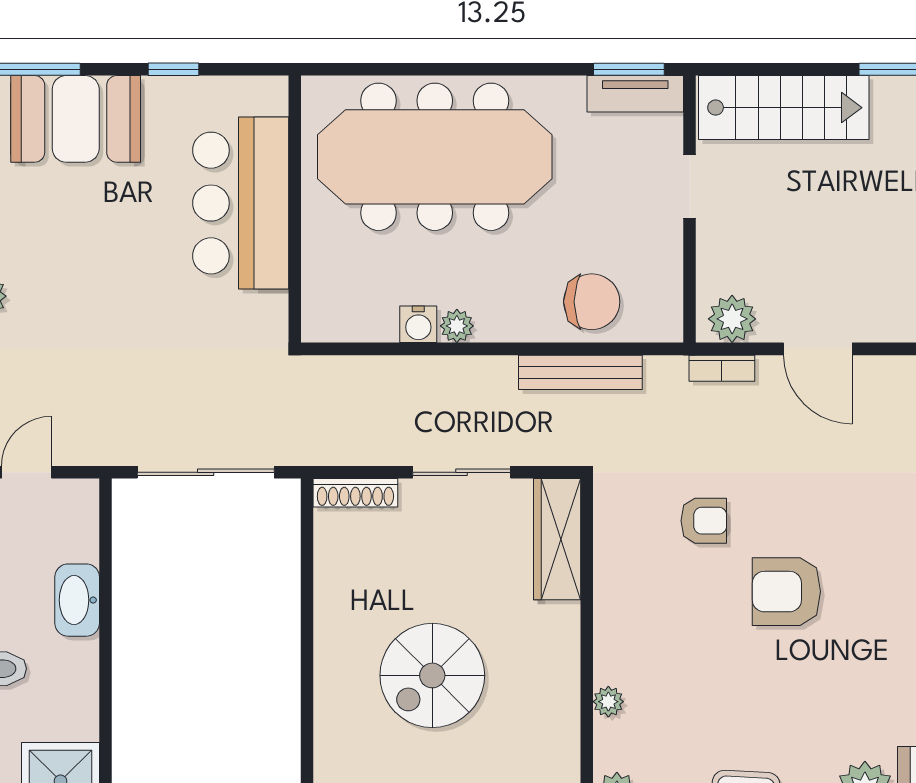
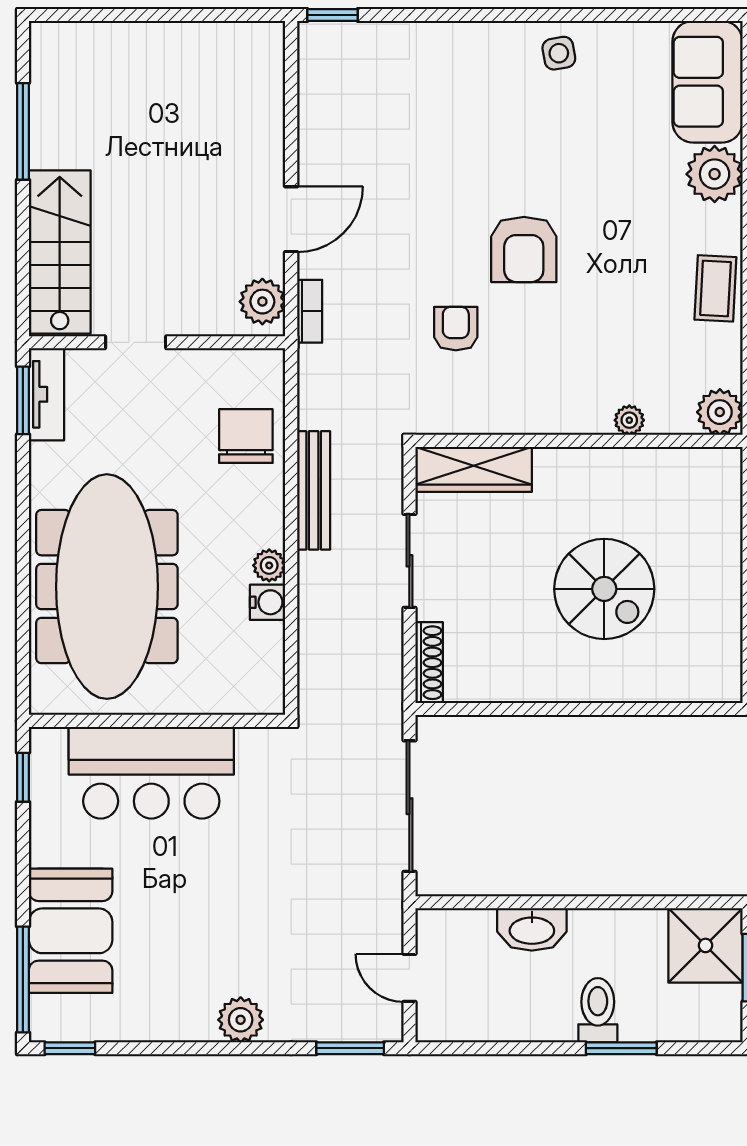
window: (173, 69) -> (23, 777), moved
bench: (580, 372) -> (314, 490), moved

